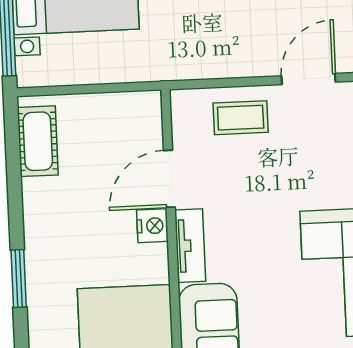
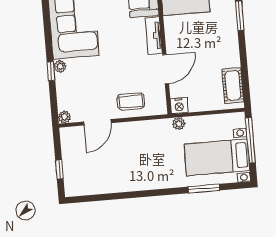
plant: (148, 70) -> (179, 124), added
nightstand: (152, 226) -> (179, 106), moved, turned -90

